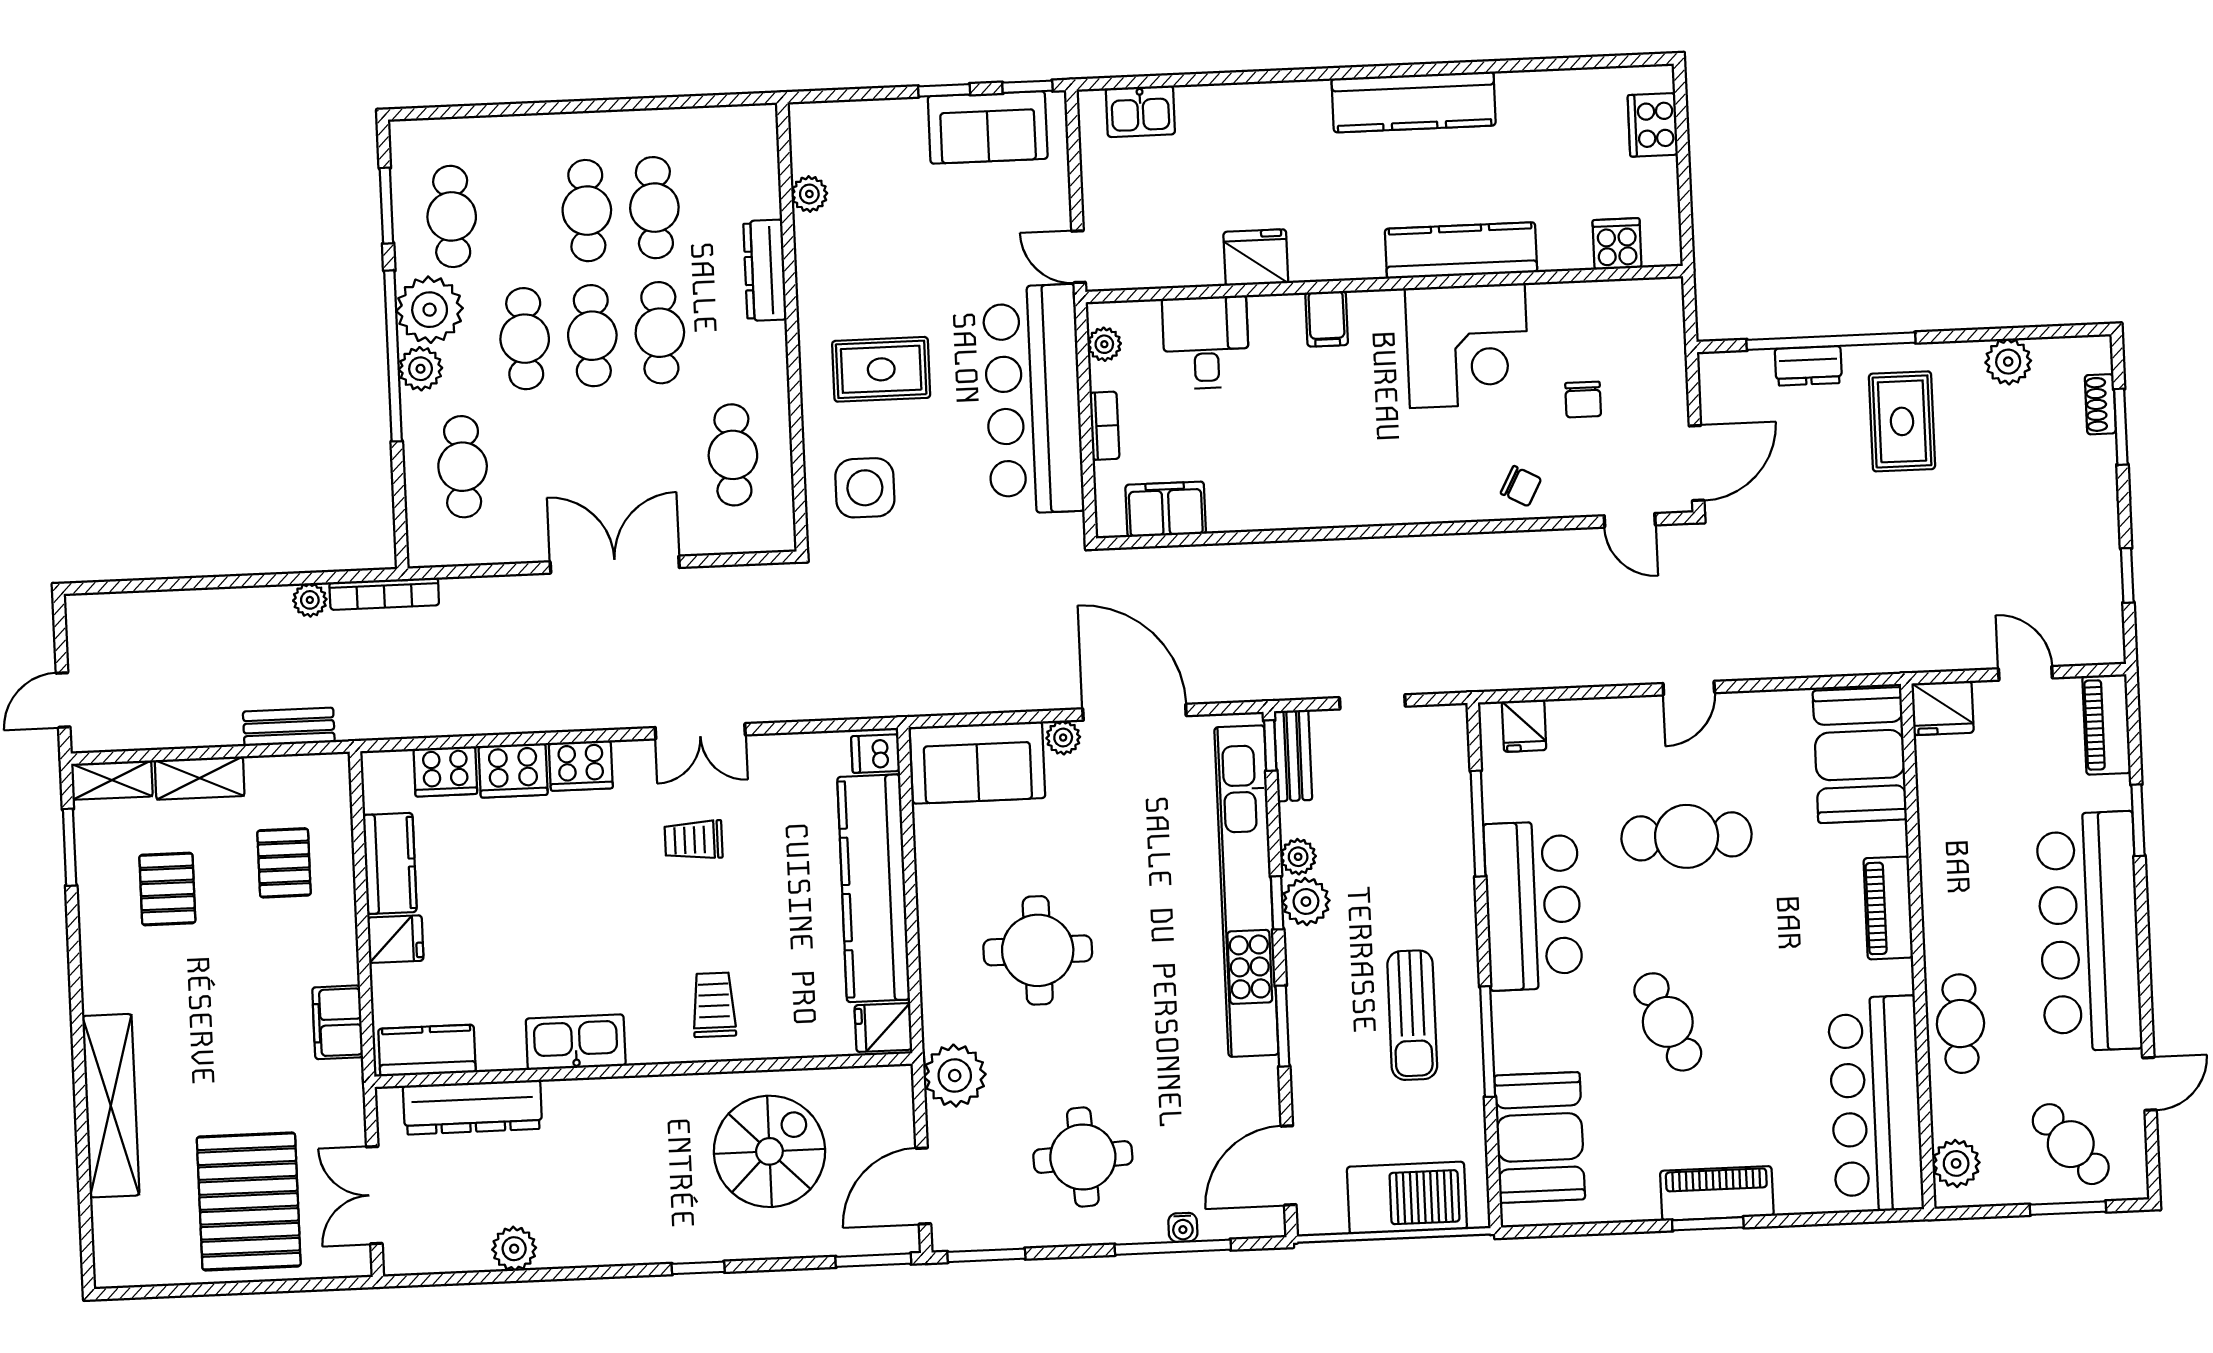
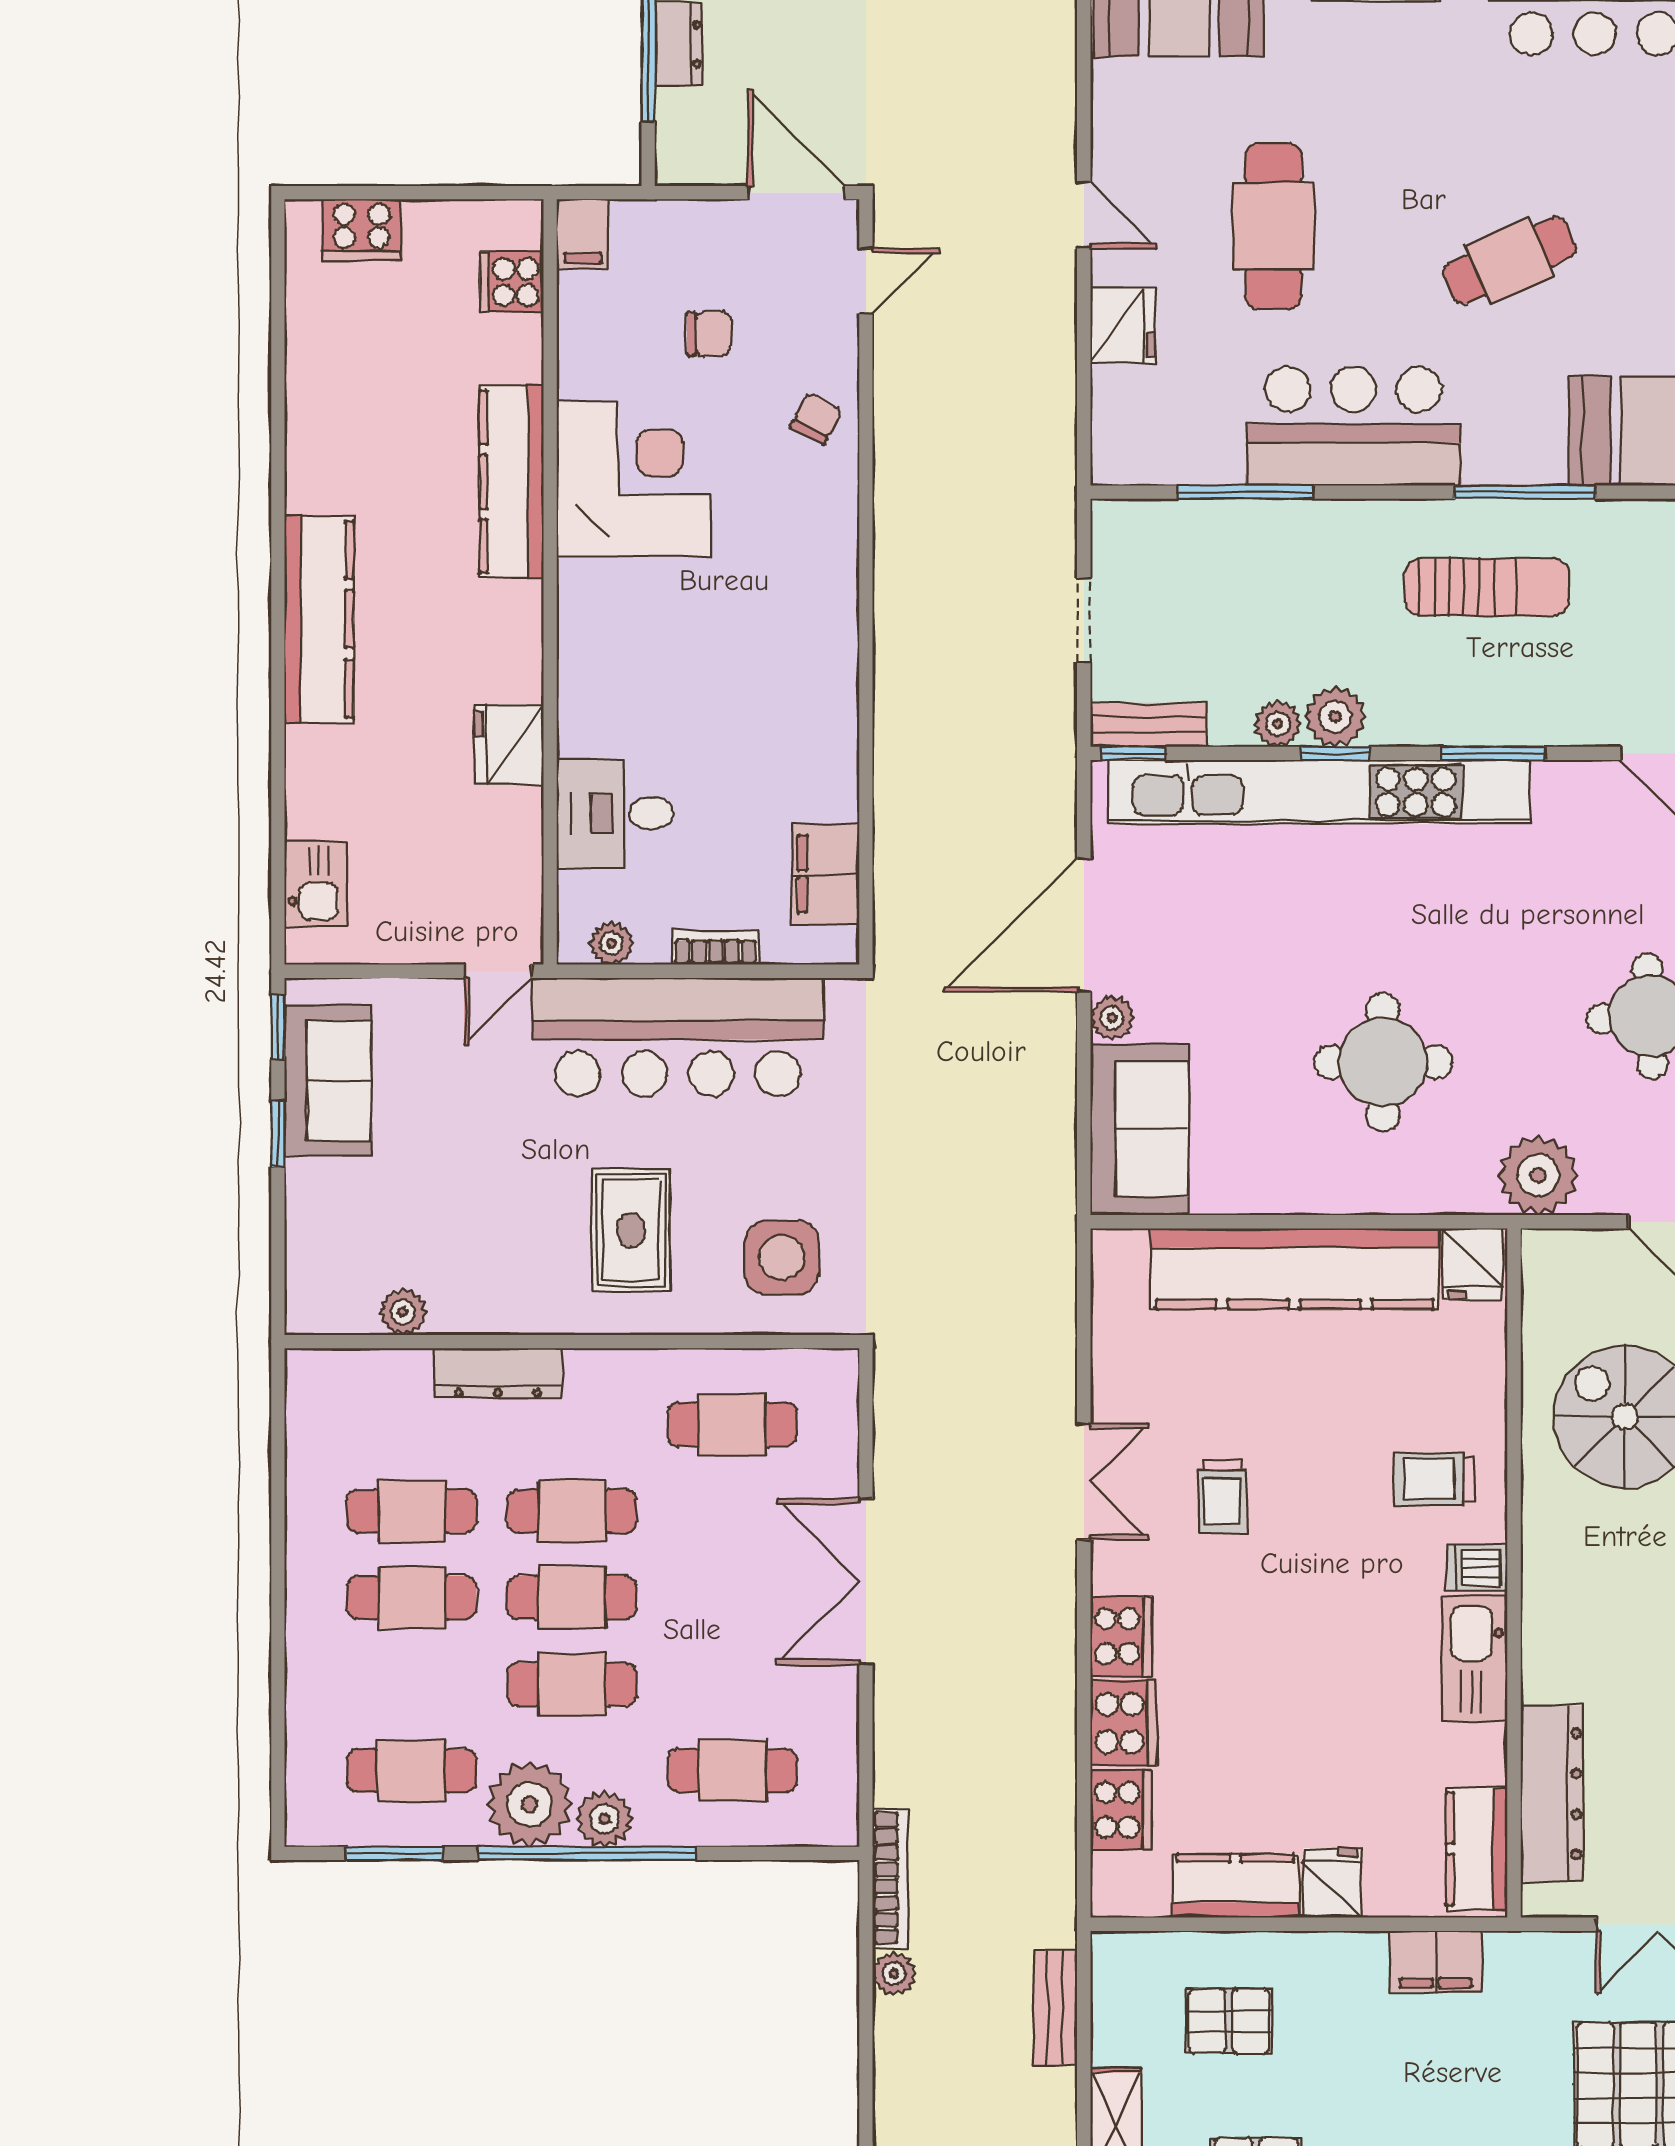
kitchen counter: (1414, 102) -> (319, 619), moved
filing cabinet: (1327, 319) -> (583, 234), moved, turned 90
fridge: (1524, 726) -> (1123, 325), moved, width x1.38
dishwasher: (876, 754) -> (1477, 1568), moved, turned 90

